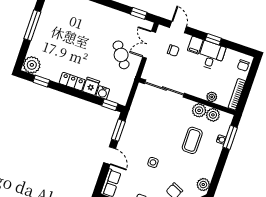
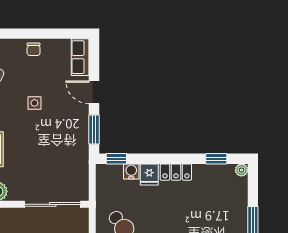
plant: (32, 65) -> (241, 170), width x0.53, depth x0.53

